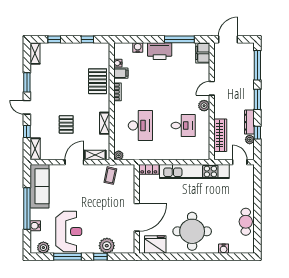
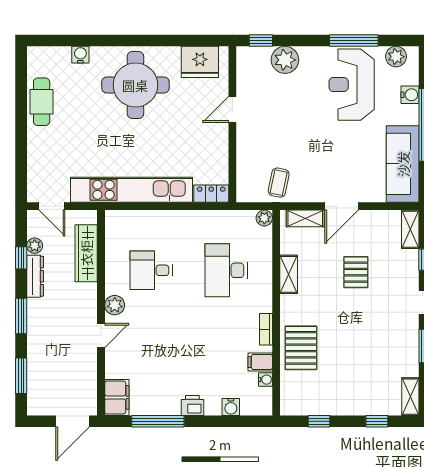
printer: (160, 51) -> (192, 405), width x0.53, depth x0.68
window: (257, 65) -> (21, 376), width x0.69
door: (137, 217) -> (232, 109), width x0.53
window: (100, 257) -> (261, 41), moved

